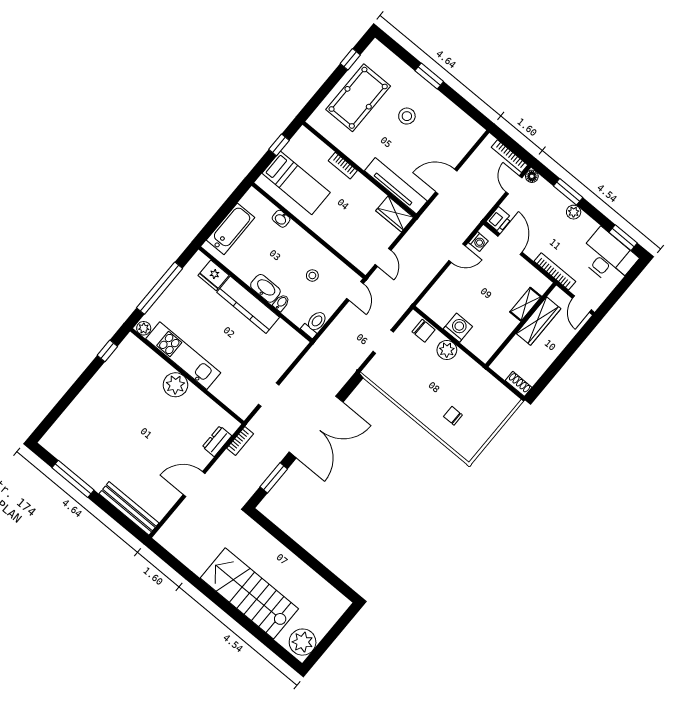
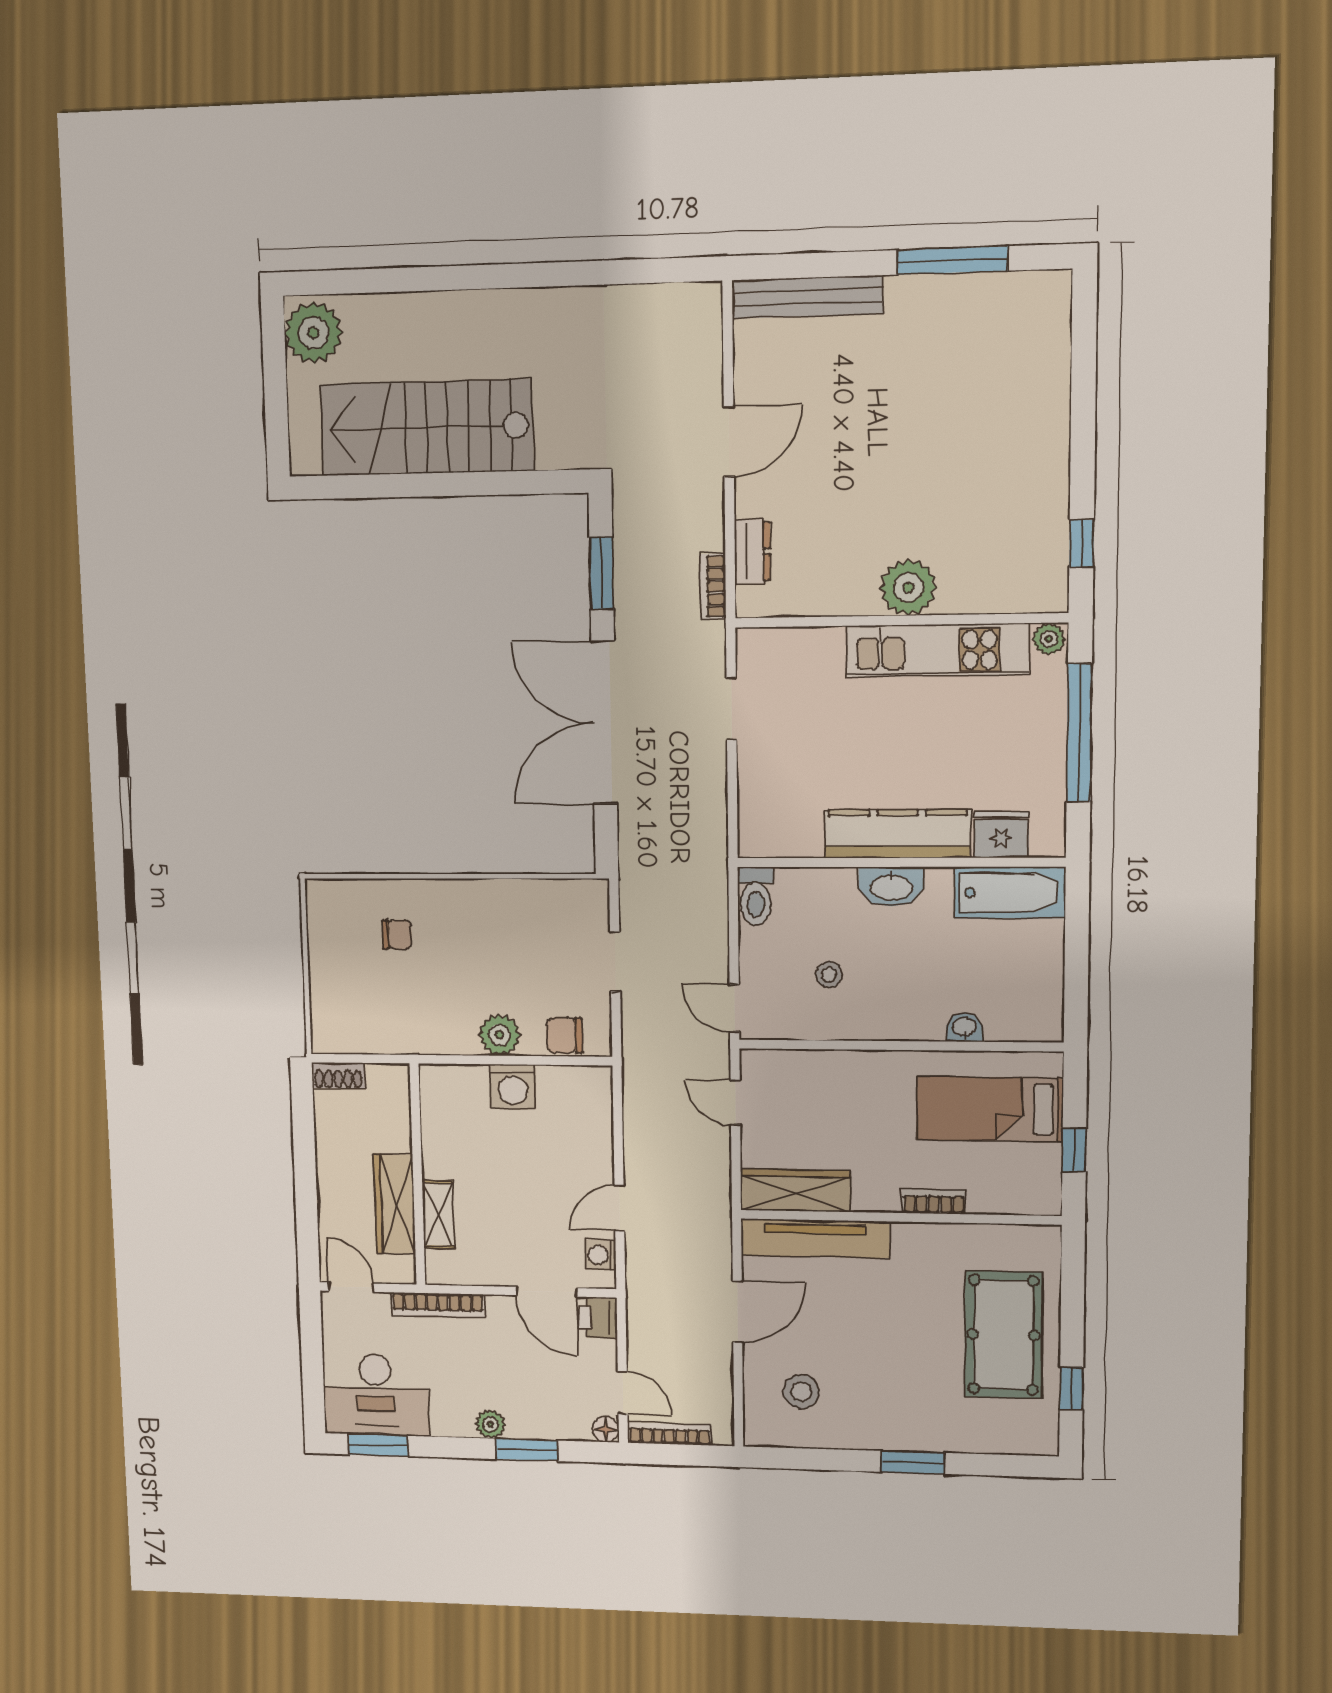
stool: (407, 116) -> (801, 1392), moved
wardrobe: (395, 214) -> (795, 1190), width x1.50
bathtub: (231, 229) -> (1010, 892), moved, turned -90
bidet: (281, 303) -> (843, 885), removed
stairs: (249, 593) -> (427, 428), moved, turned 180

